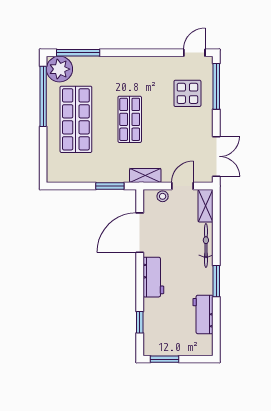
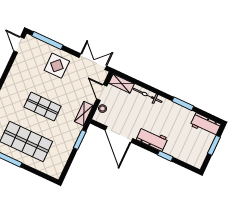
display table: (187, 93) -> (57, 66), moved
window: (216, 281) -> (183, 104), moved
workbench: (203, 314) -> (206, 125), moved
window: (140, 322) -> (165, 156), moved
window: (164, 359) -> (214, 145), moved

